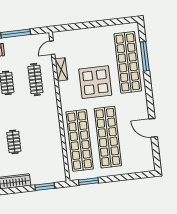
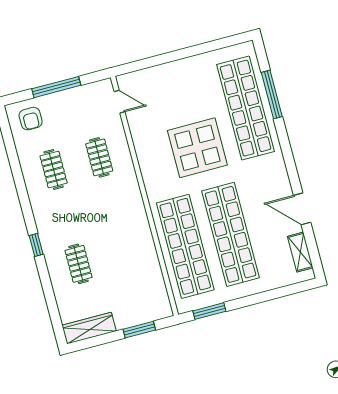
door: (52, 48) -> (120, 102), swing flipped
shelving: (61, 69) -> (300, 252), moved
clothes rail: (35, 80) -> (99, 157), width x0.73

